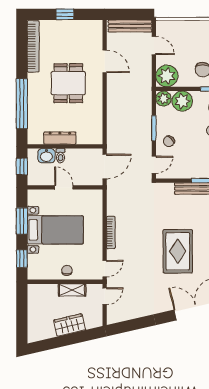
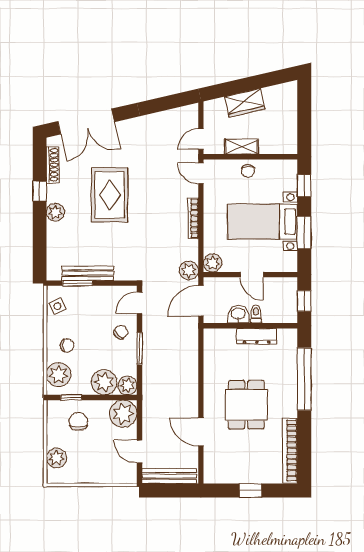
washbasin: (46, 156) -> (238, 314), moved
plant: (114, 191) -> (189, 271), added
plant: (95, 197) -> (213, 263), added
door: (105, 269) -> (201, 173), hinge flipped

